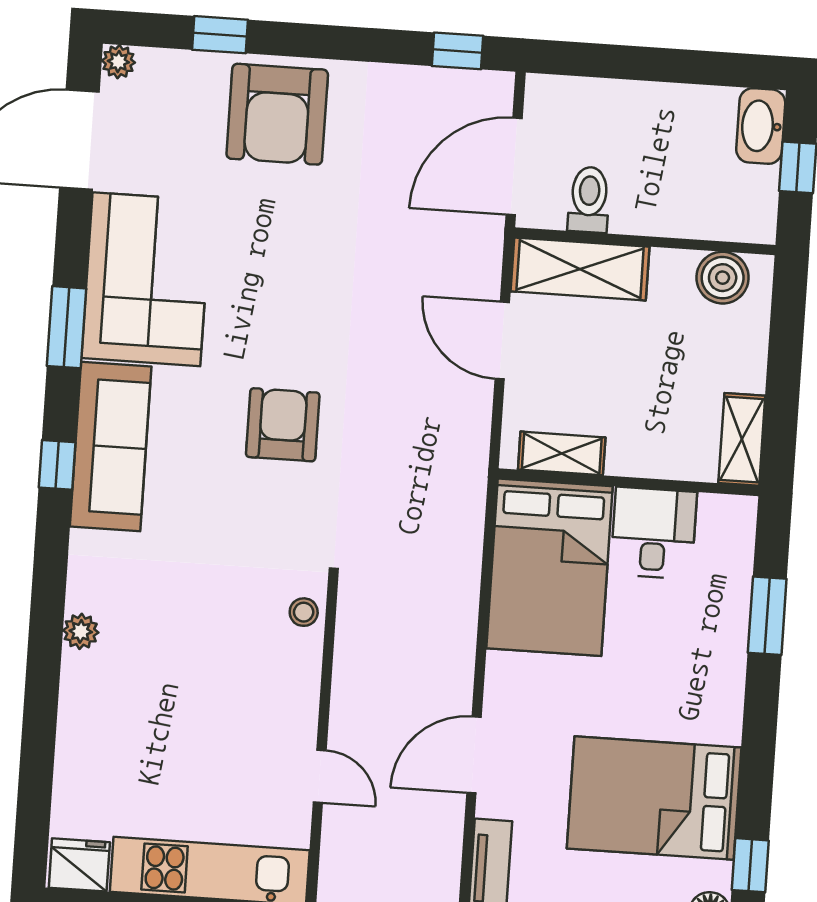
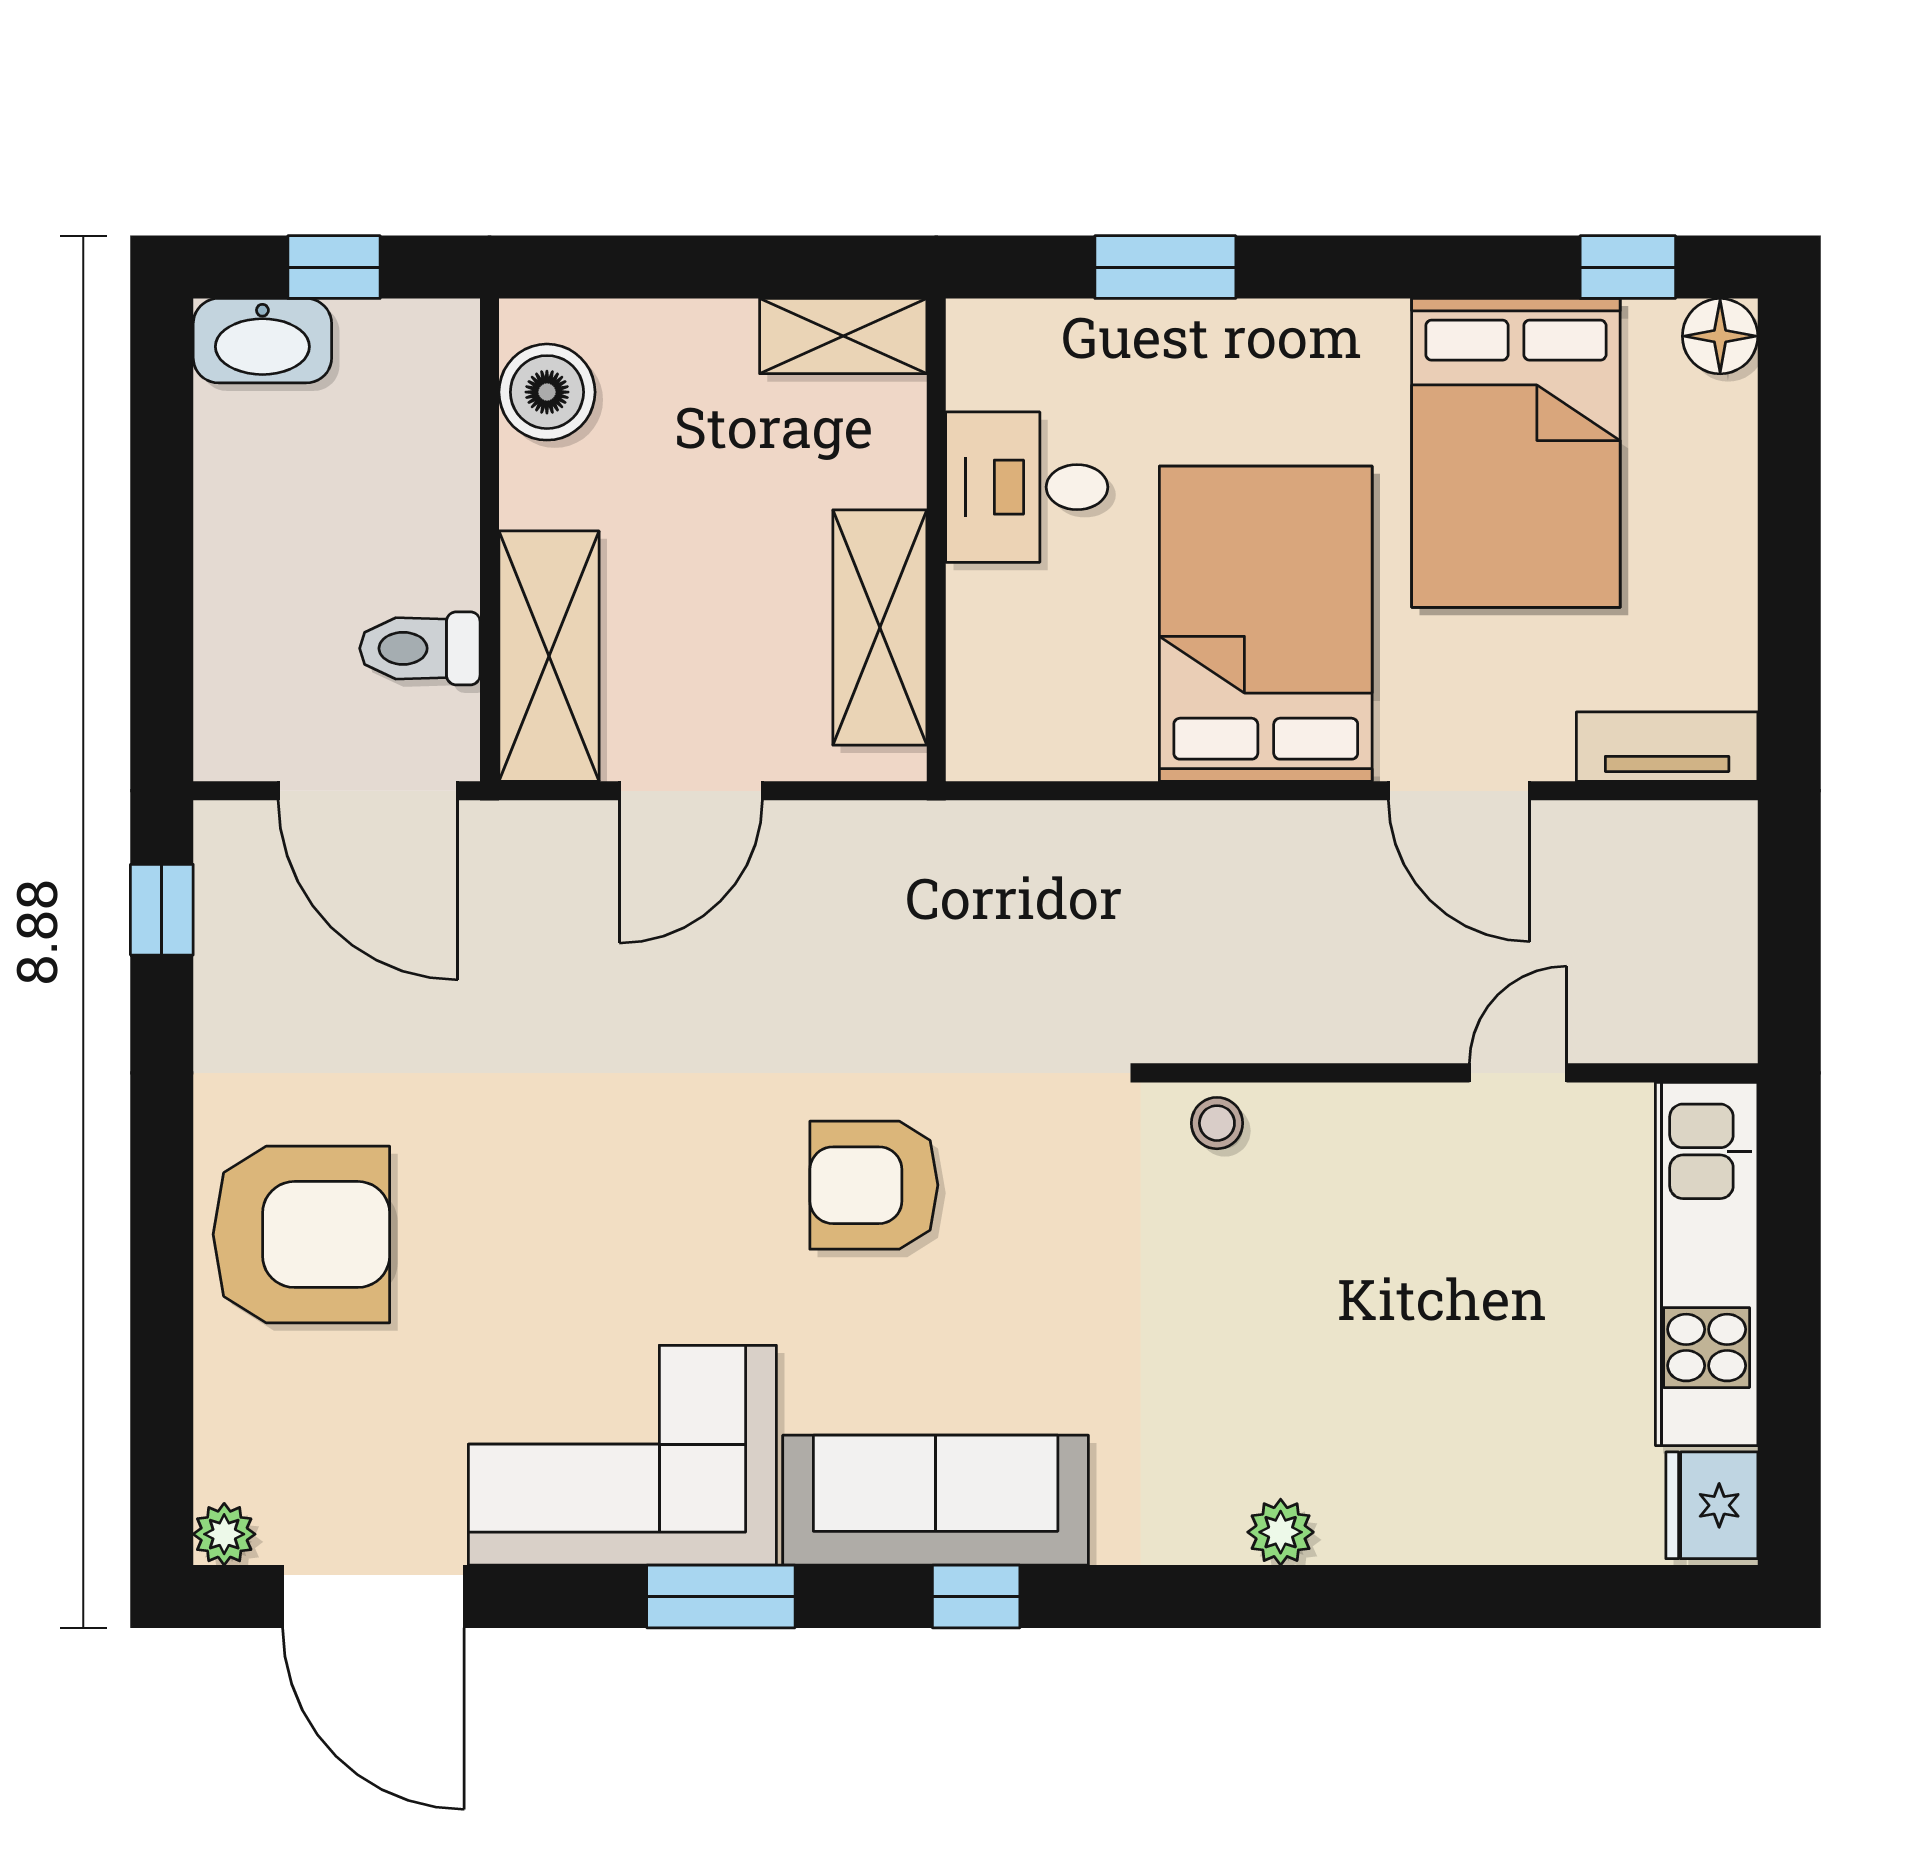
window: (220, 35) -> (162, 1350), removed
shelving: (562, 453) -> (880, 628), width x1.50, depth x1.33
bed: (550, 567) -> (1266, 624), moved, turned -90

